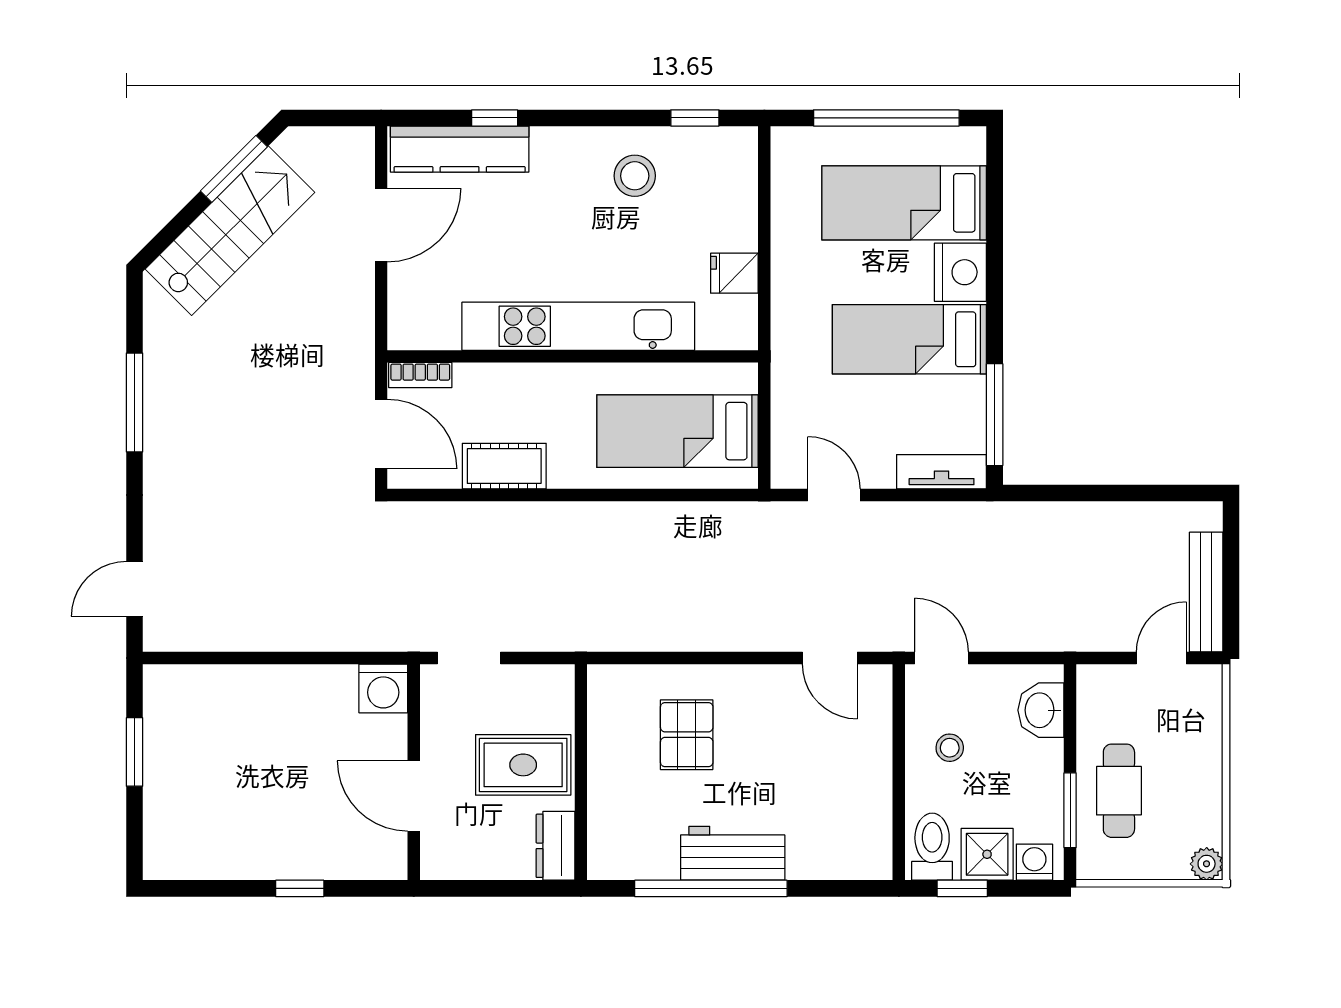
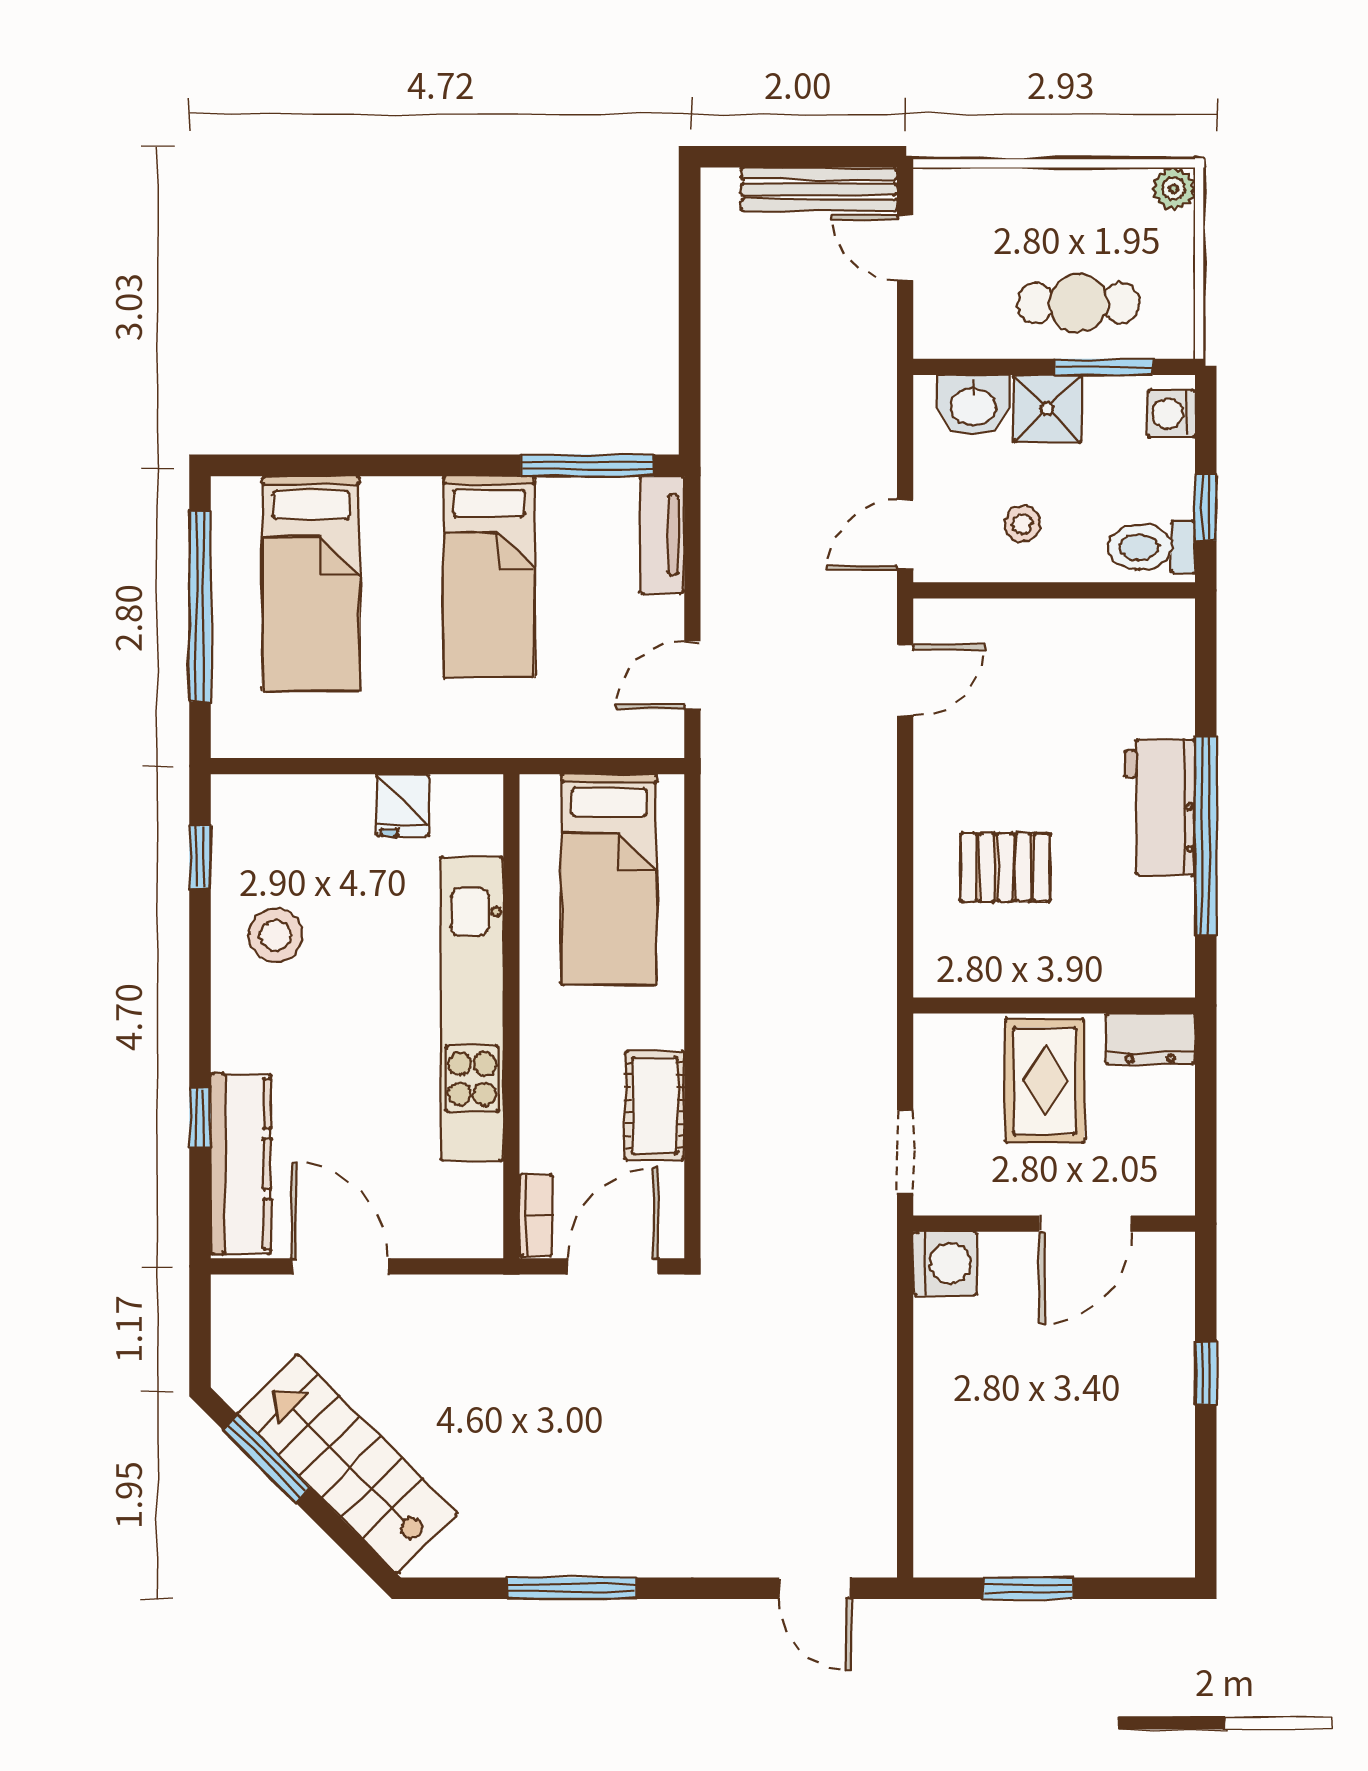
nightstand: (960, 272) -> (401, 510), removed
shower: (987, 854) -> (1047, 409), moved

